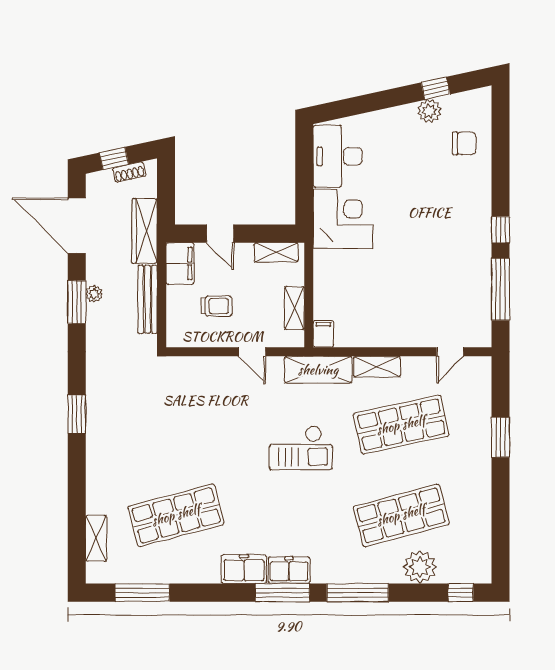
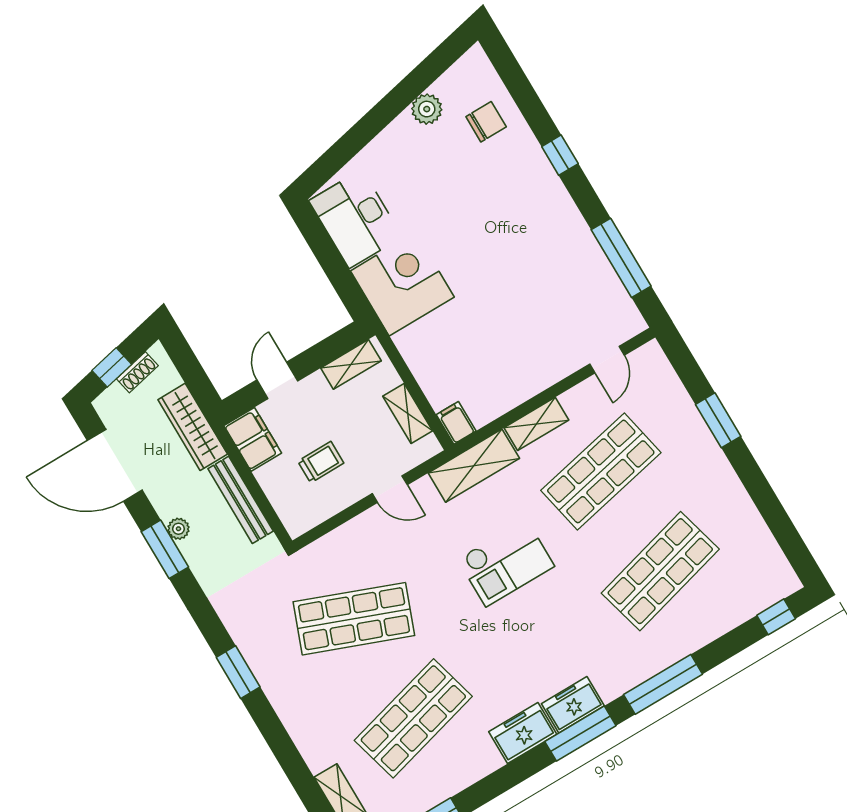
window: (436, 88) -> (419, 80), removed
window: (500, 230) -> (560, 155), moved
door: (220, 234) -> (277, 380), swing flipped
shop shelf: (176, 425) -> (354, 619), added
plant: (420, 567) -> (714, 616), removed

